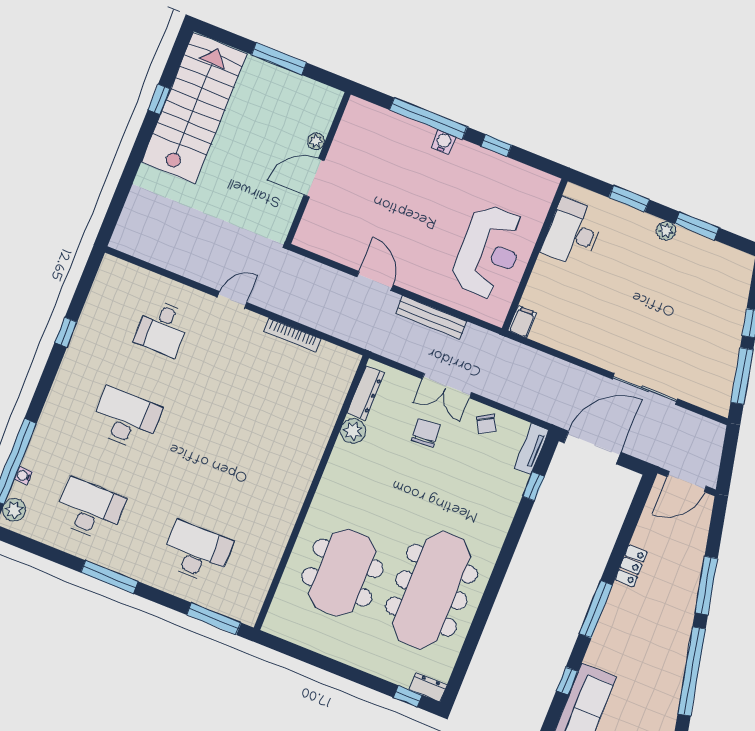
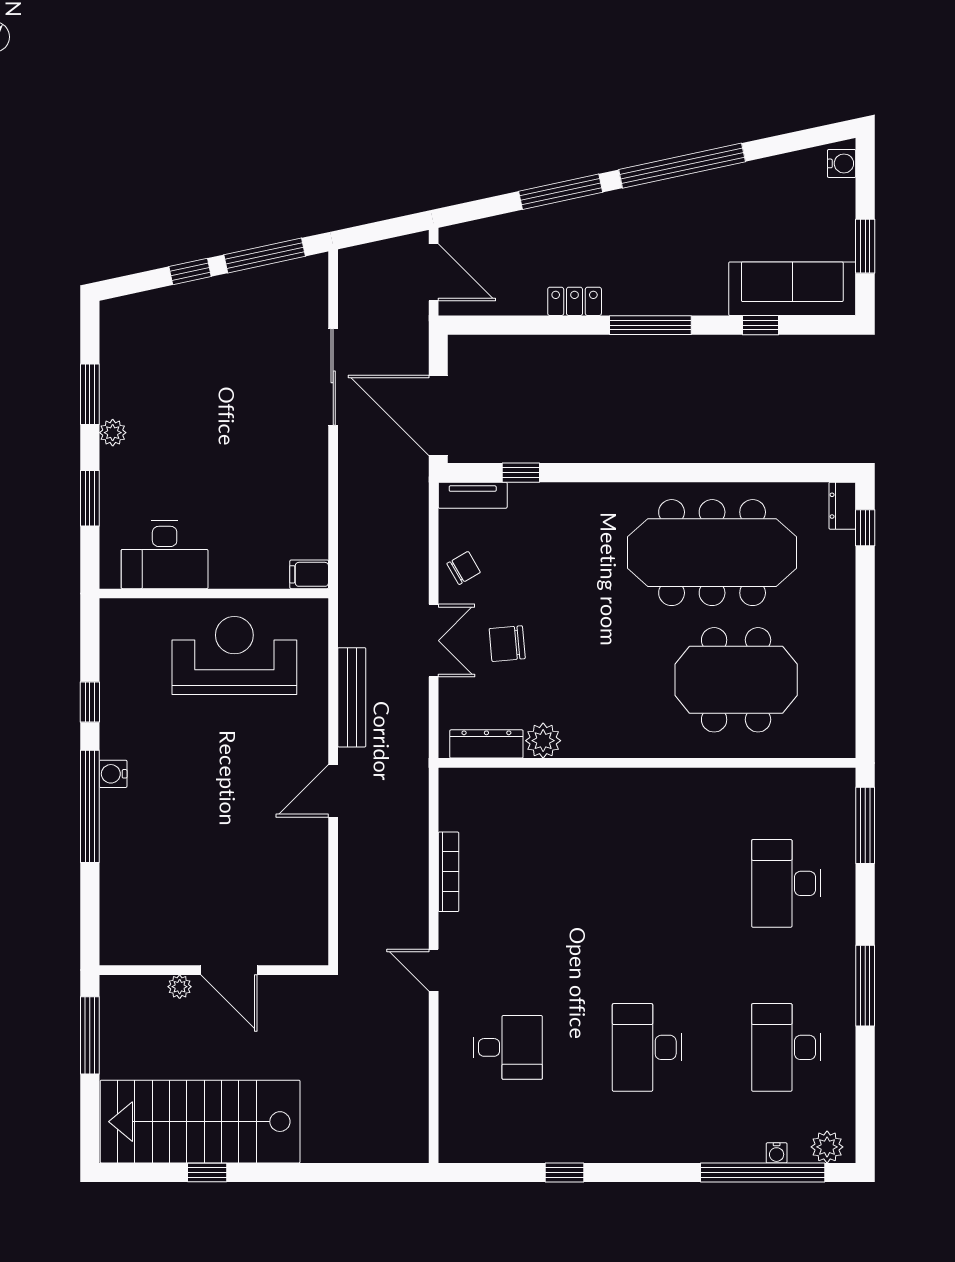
plant: (316, 141) -> (180, 987), moved
wall: (318, 168) -> (214, 970), moved
door: (314, 178) -> (229, 970), moved

